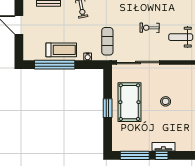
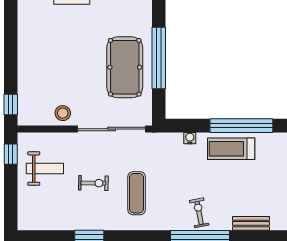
exercise mat: (107, 41) -> (137, 193), moved
stool: (166, 101) -> (63, 113), moved
window: (108, 108) -> (159, 58), width x2.11

